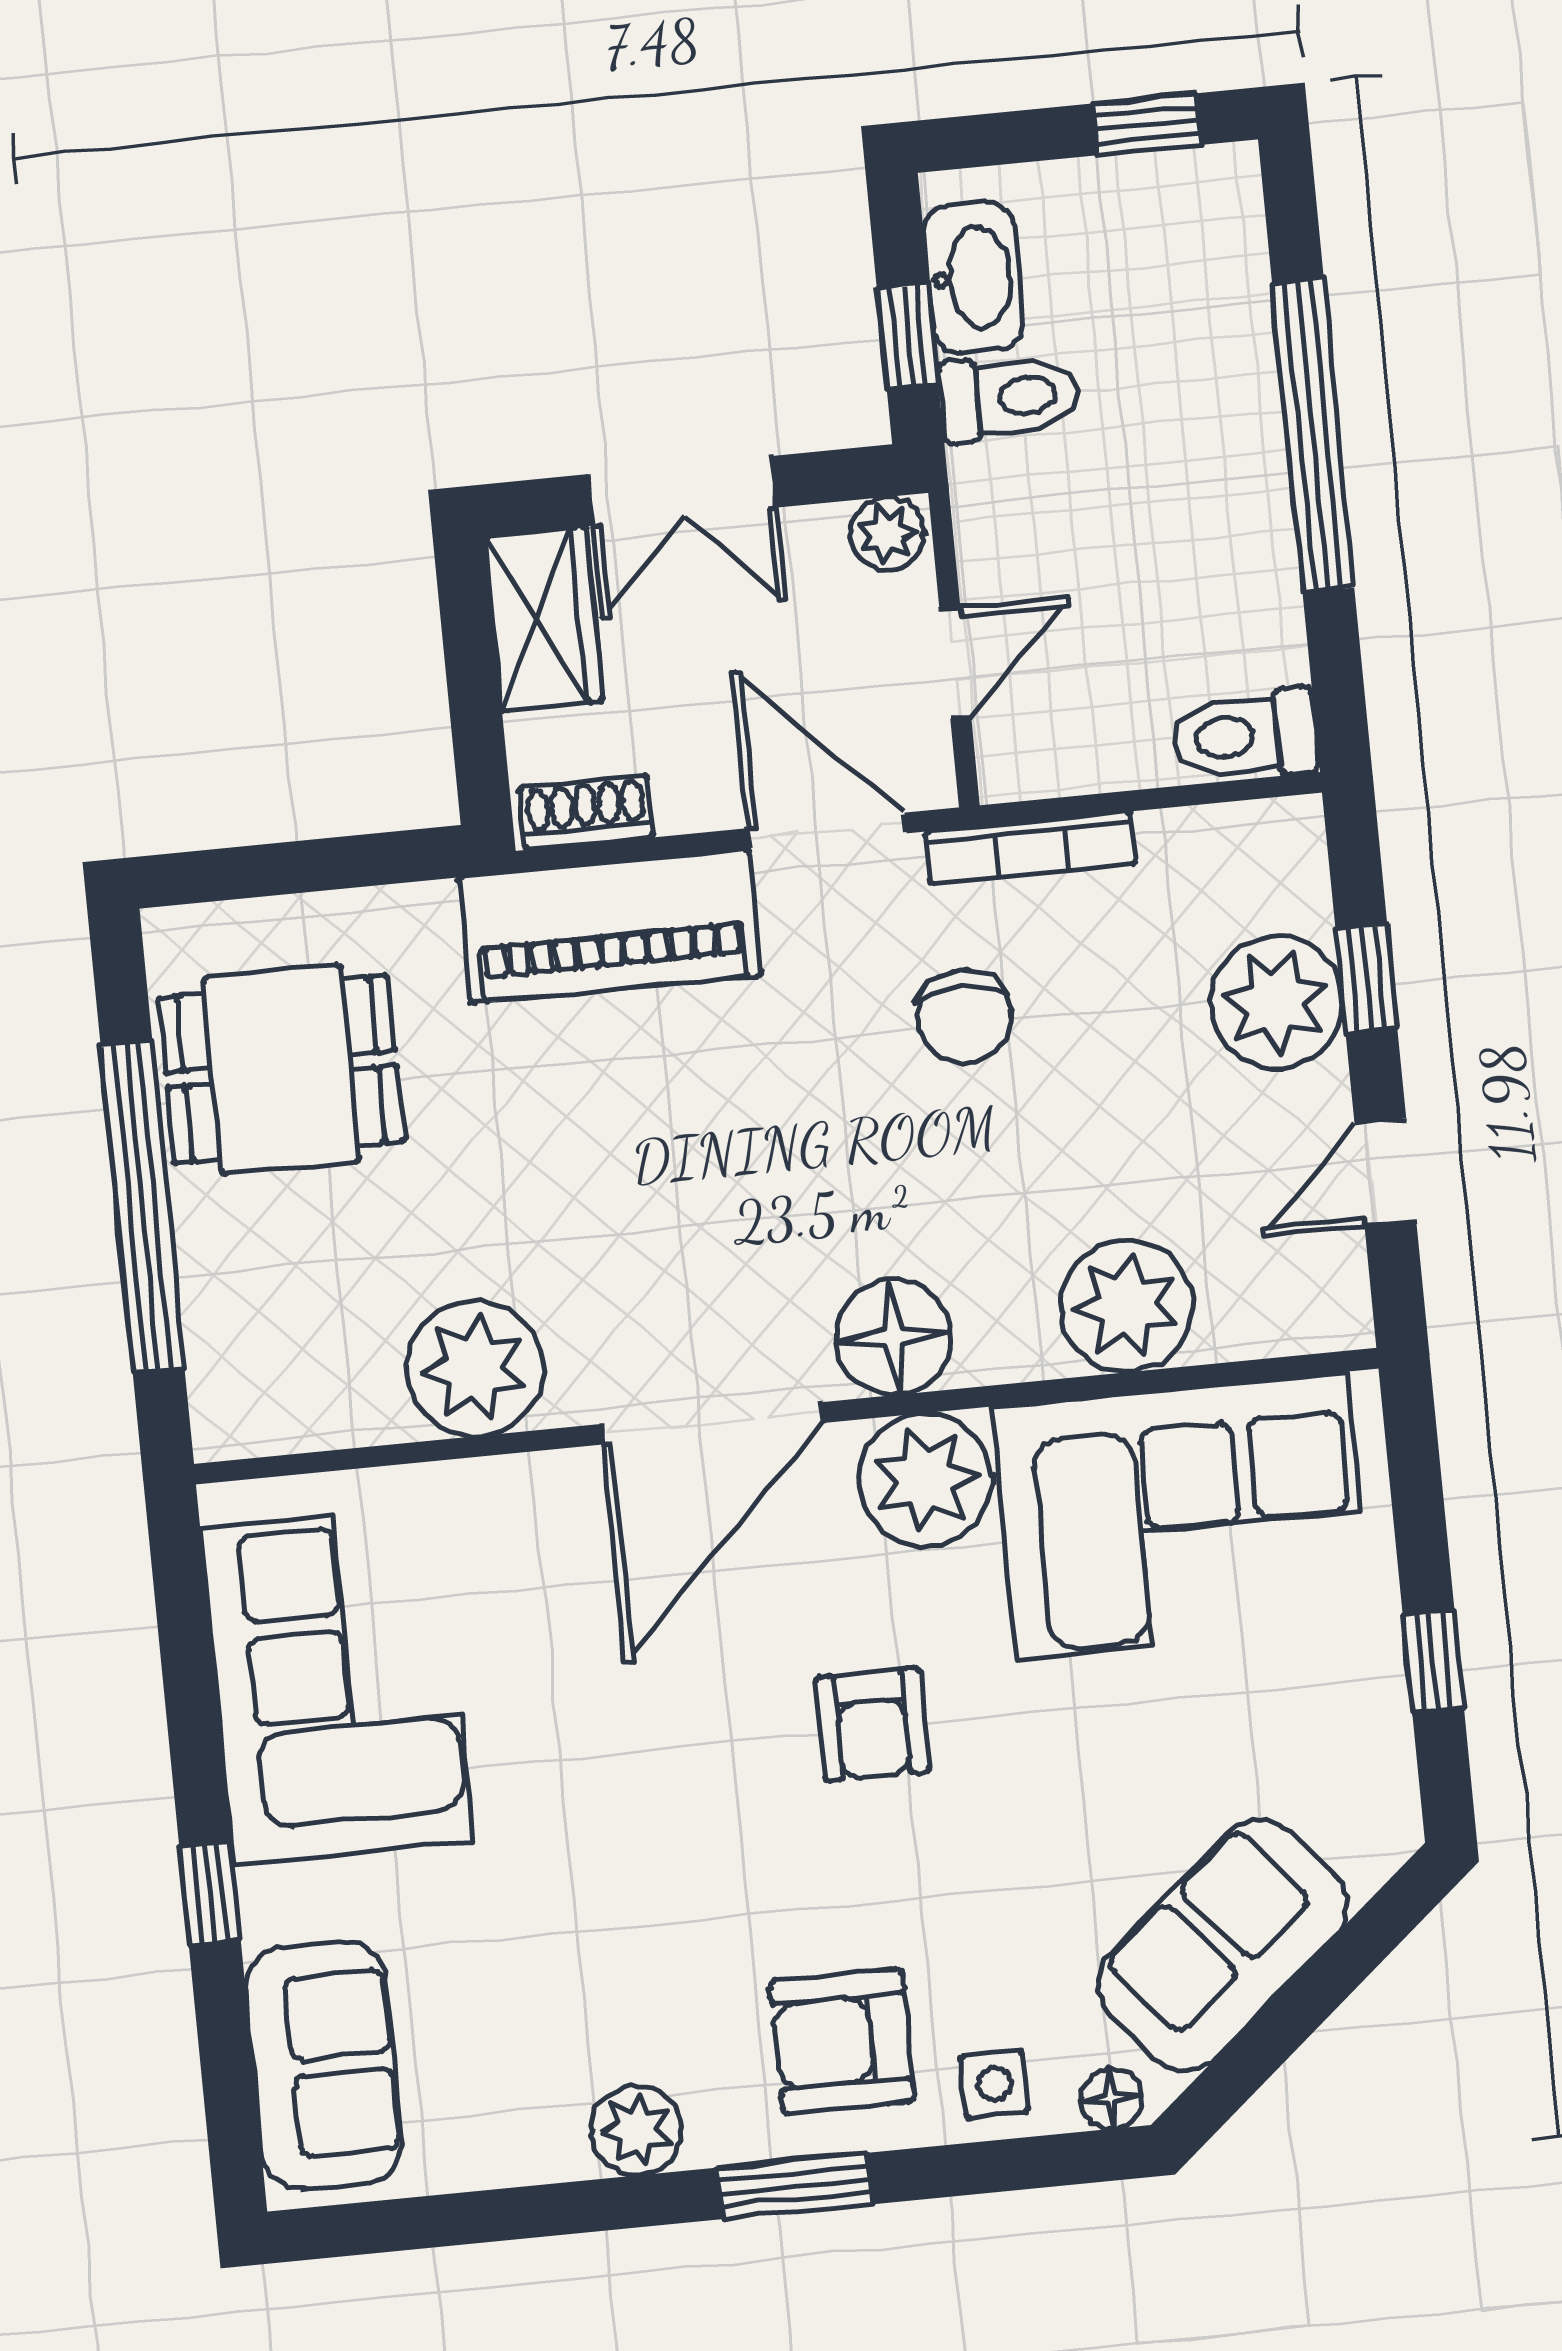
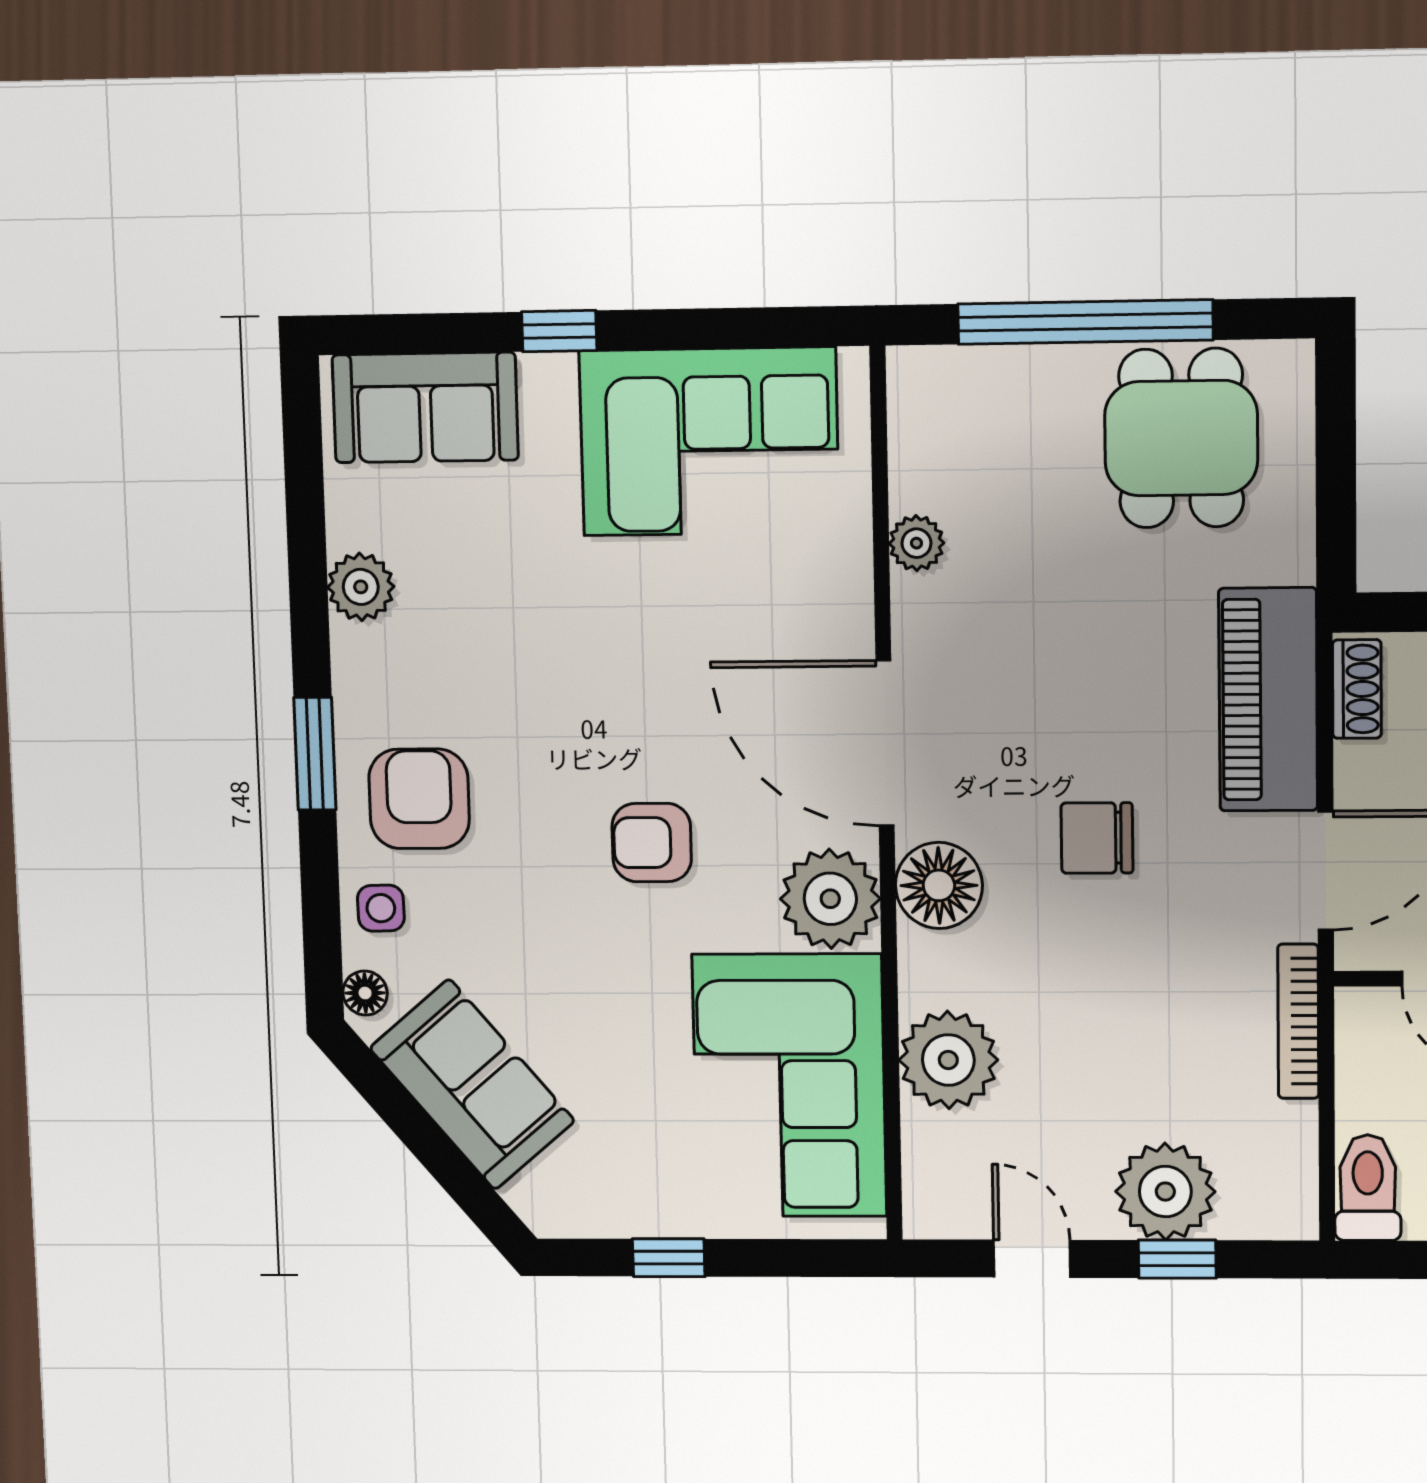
chair: (964, 1017) -> (1097, 838), moved
plant: (474, 1368) -> (916, 543), width x0.53, depth x0.53
plant: (637, 2130) -> (361, 587), moved

